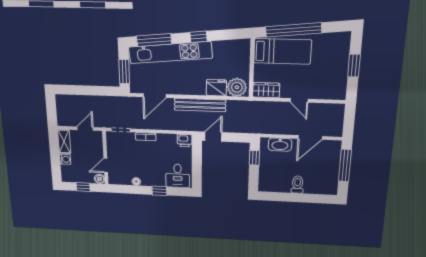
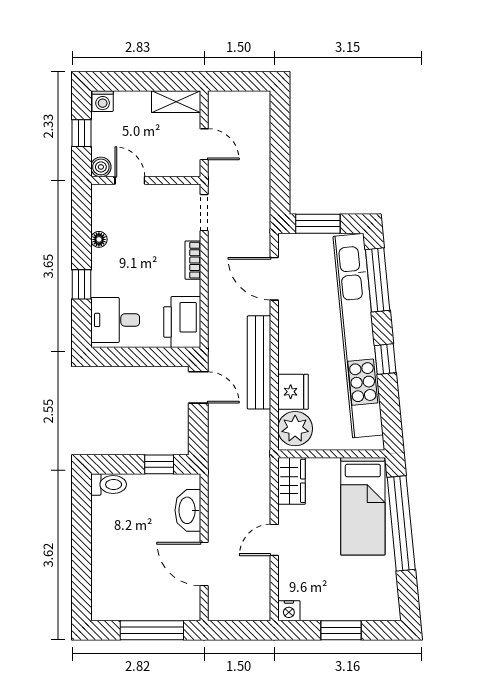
kitchen unit: (170, 53) -> (358, 336), width x1.36
nightstand: (340, 94) -> (289, 611), added
printer: (185, 141) -> (182, 322), width x1.87, depth x1.48
washing machine: (65, 159) -> (103, 101), moved
toilet: (297, 185) -> (109, 484), moved

